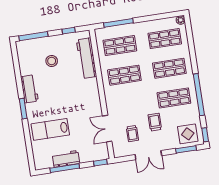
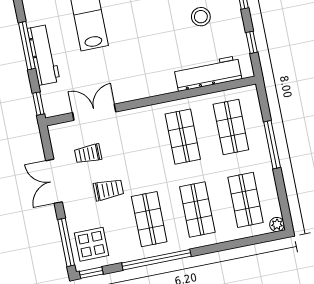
window: (118, 23) -> (272, 145), moved
window: (186, 149) -> (66, 242), width x1.44
workbench: (66, 159) -> (44, 55), width x1.38

